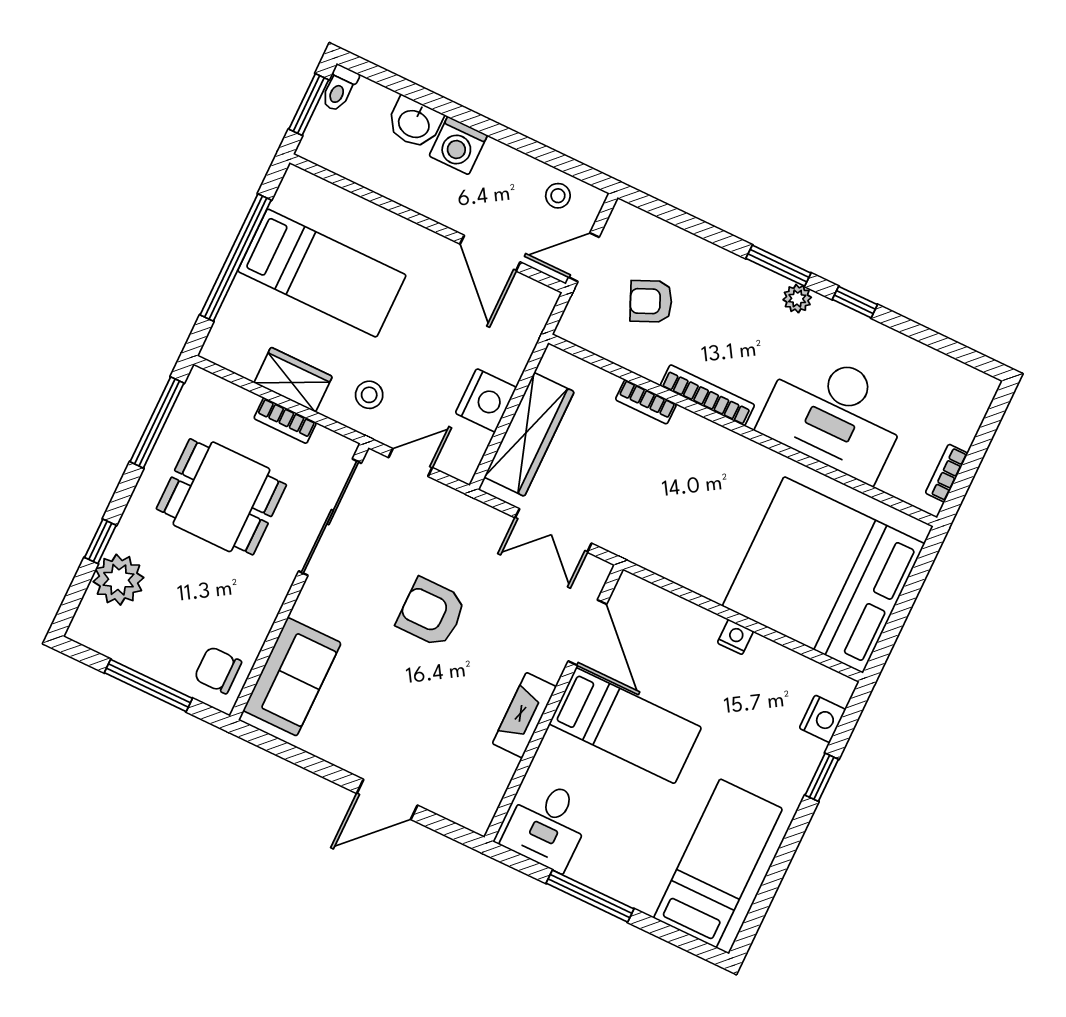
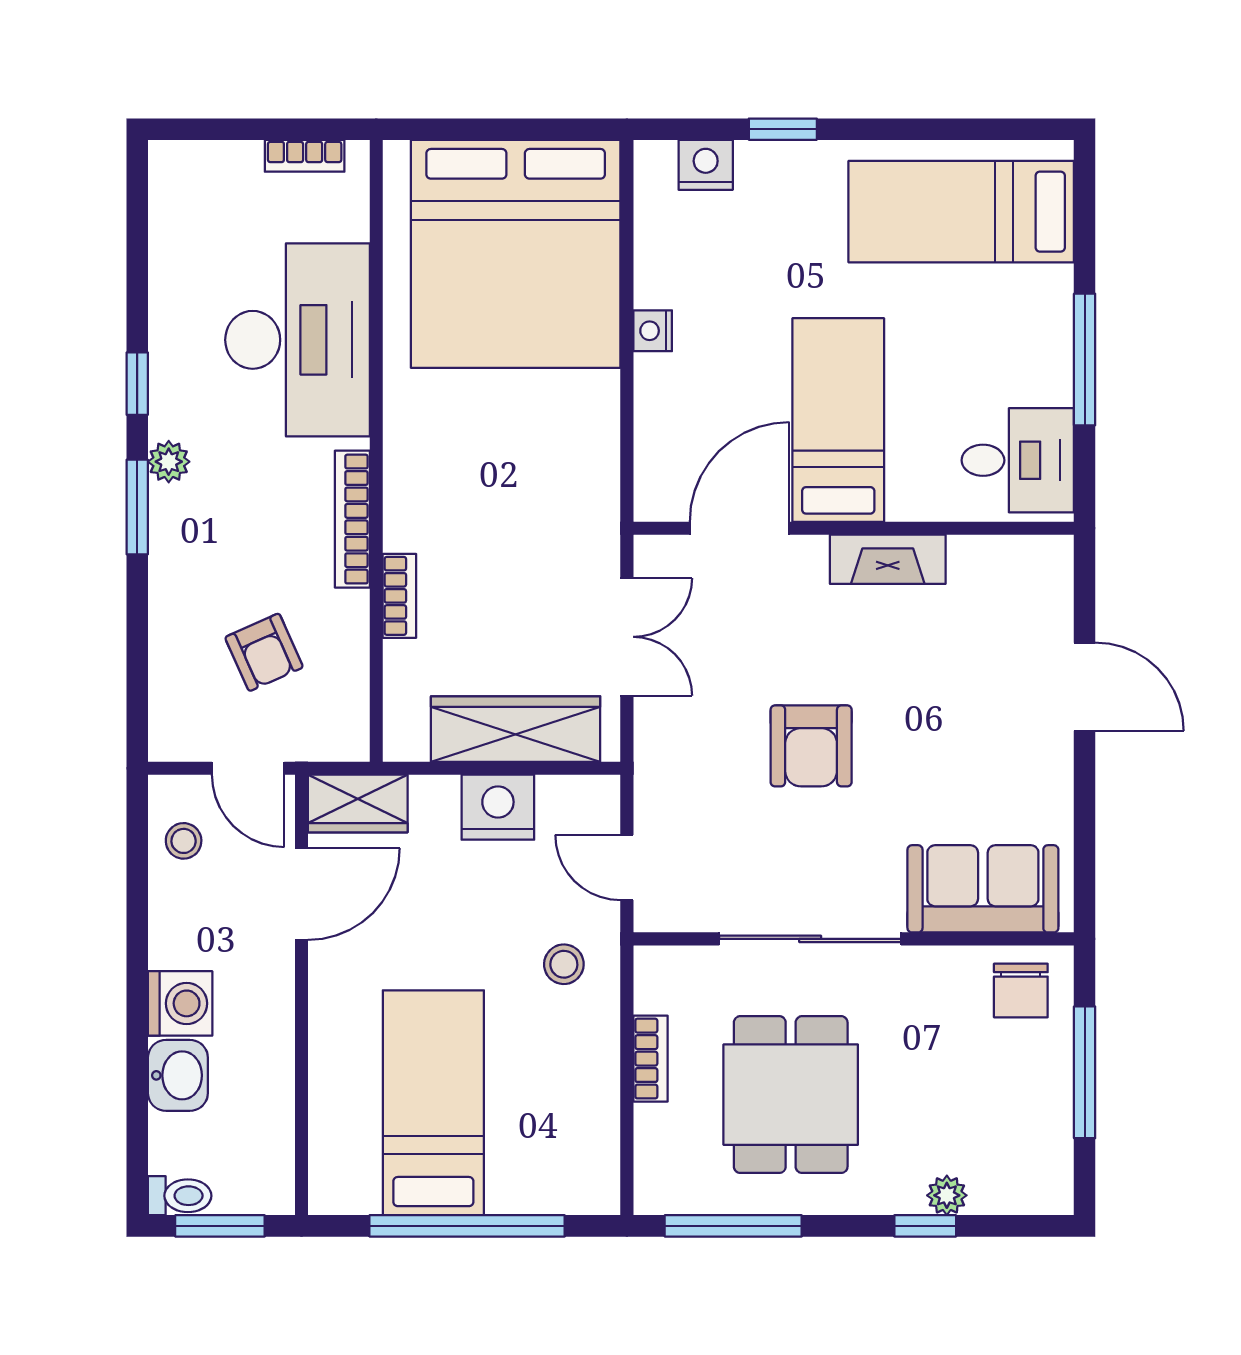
wardrobe: (293, 380) -> (358, 803), moved, turned -90
sliding door: (330, 517) -> (810, 939), moved
plant: (118, 580) -> (947, 1195), width x0.53, depth x0.53

